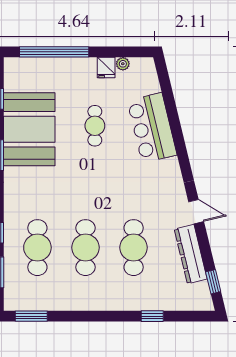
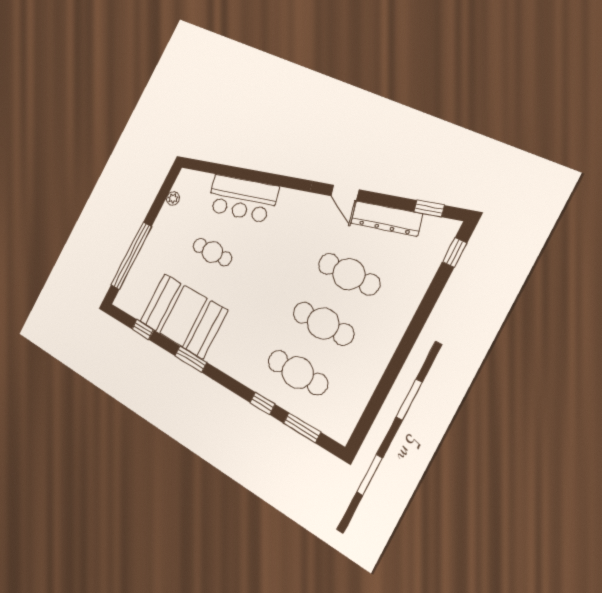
fridge: (106, 68) -> (168, 215), removed
door: (196, 212) -> (345, 193), swing flipped
window: (31, 316) -> (366, 421), removed
window: (152, 316) -> (455, 252), moved

